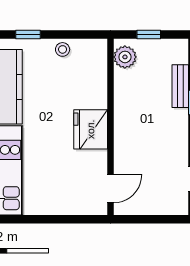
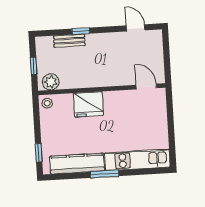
stool: (63, 49) -> (47, 103), moved
fridge: (91, 129) -> (88, 104), moved

